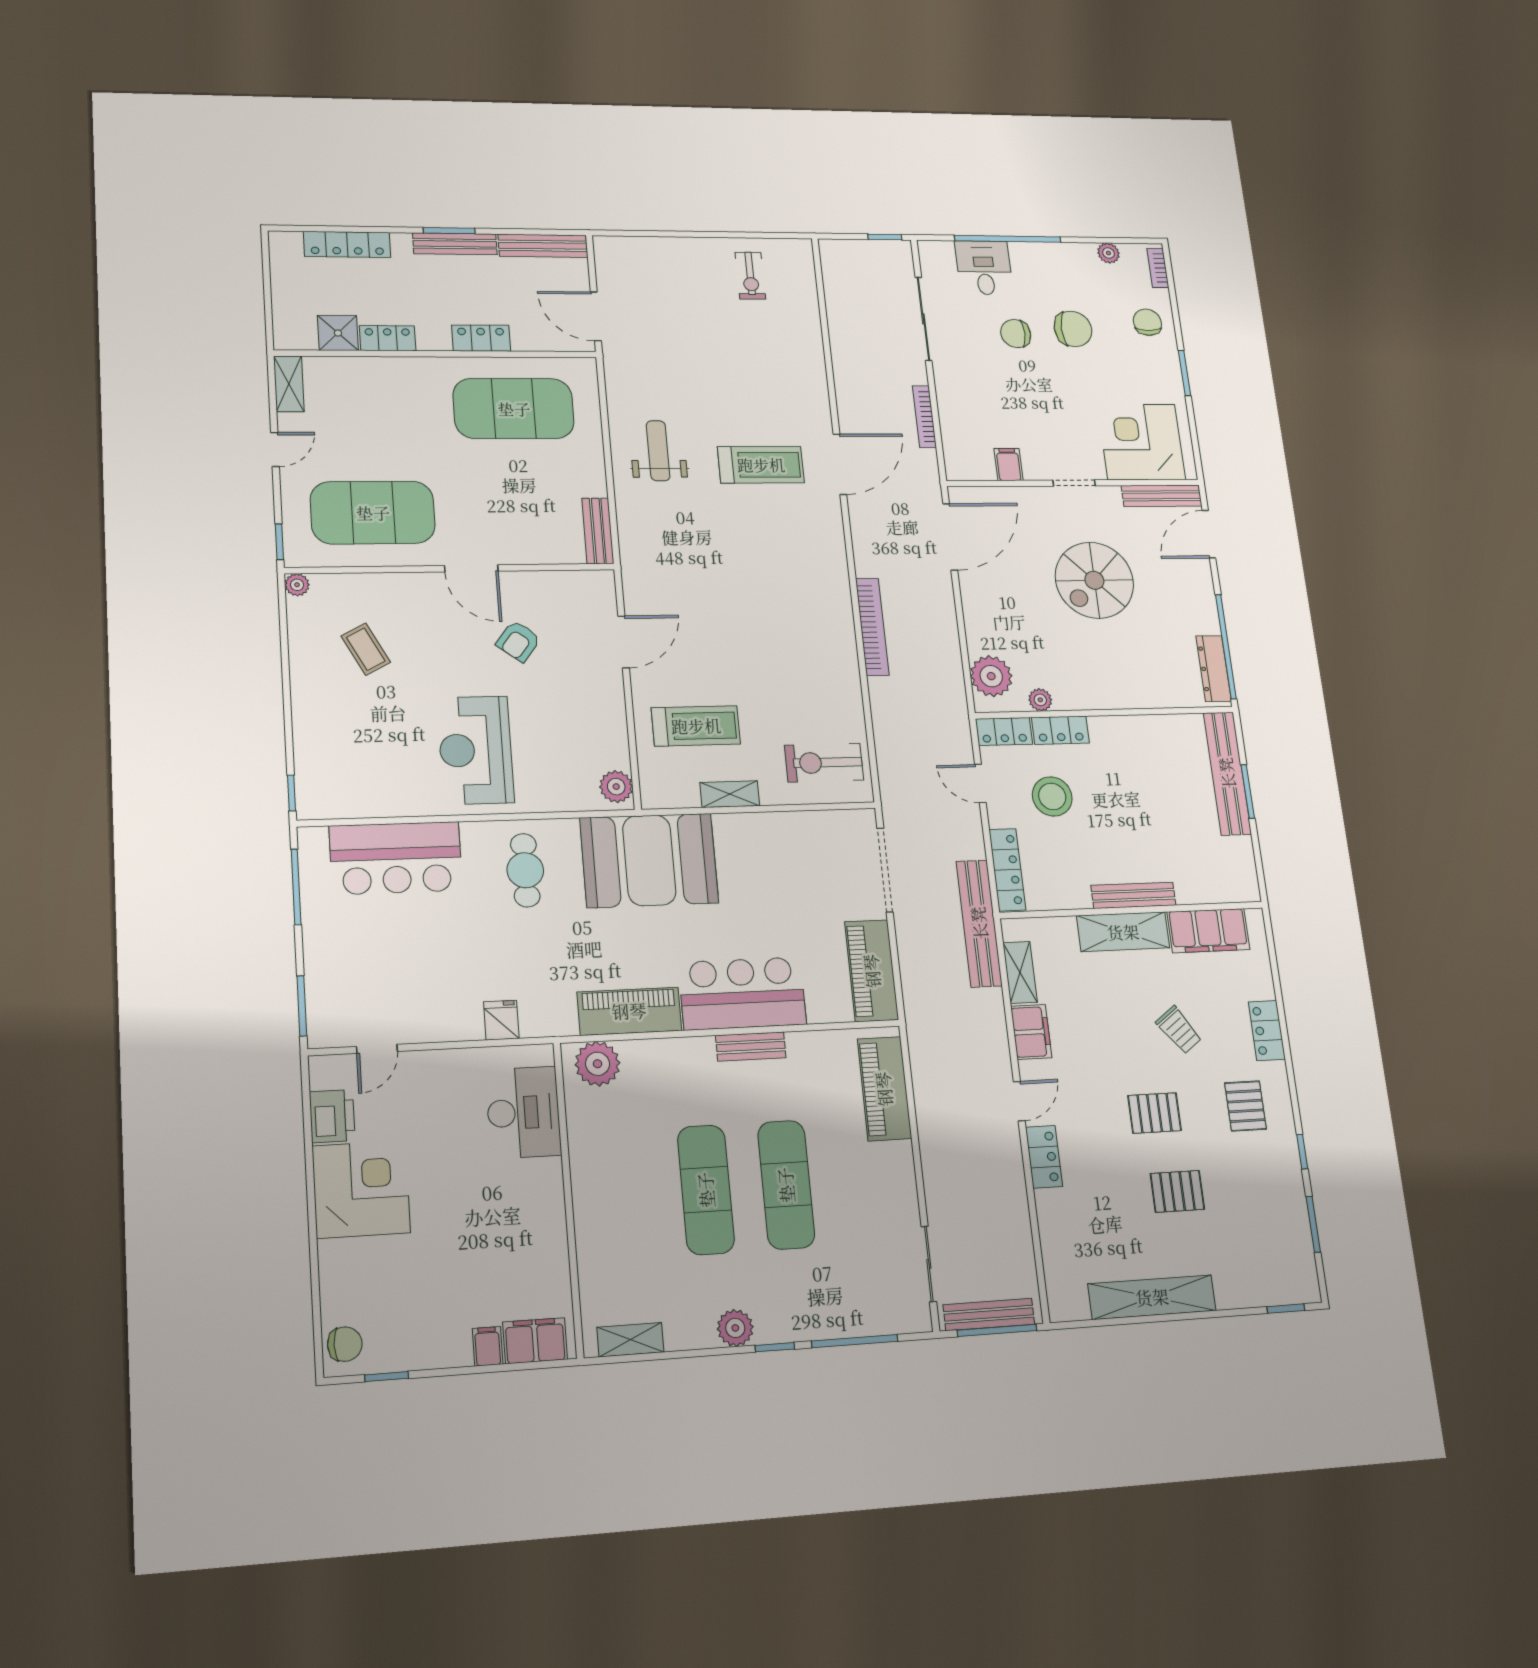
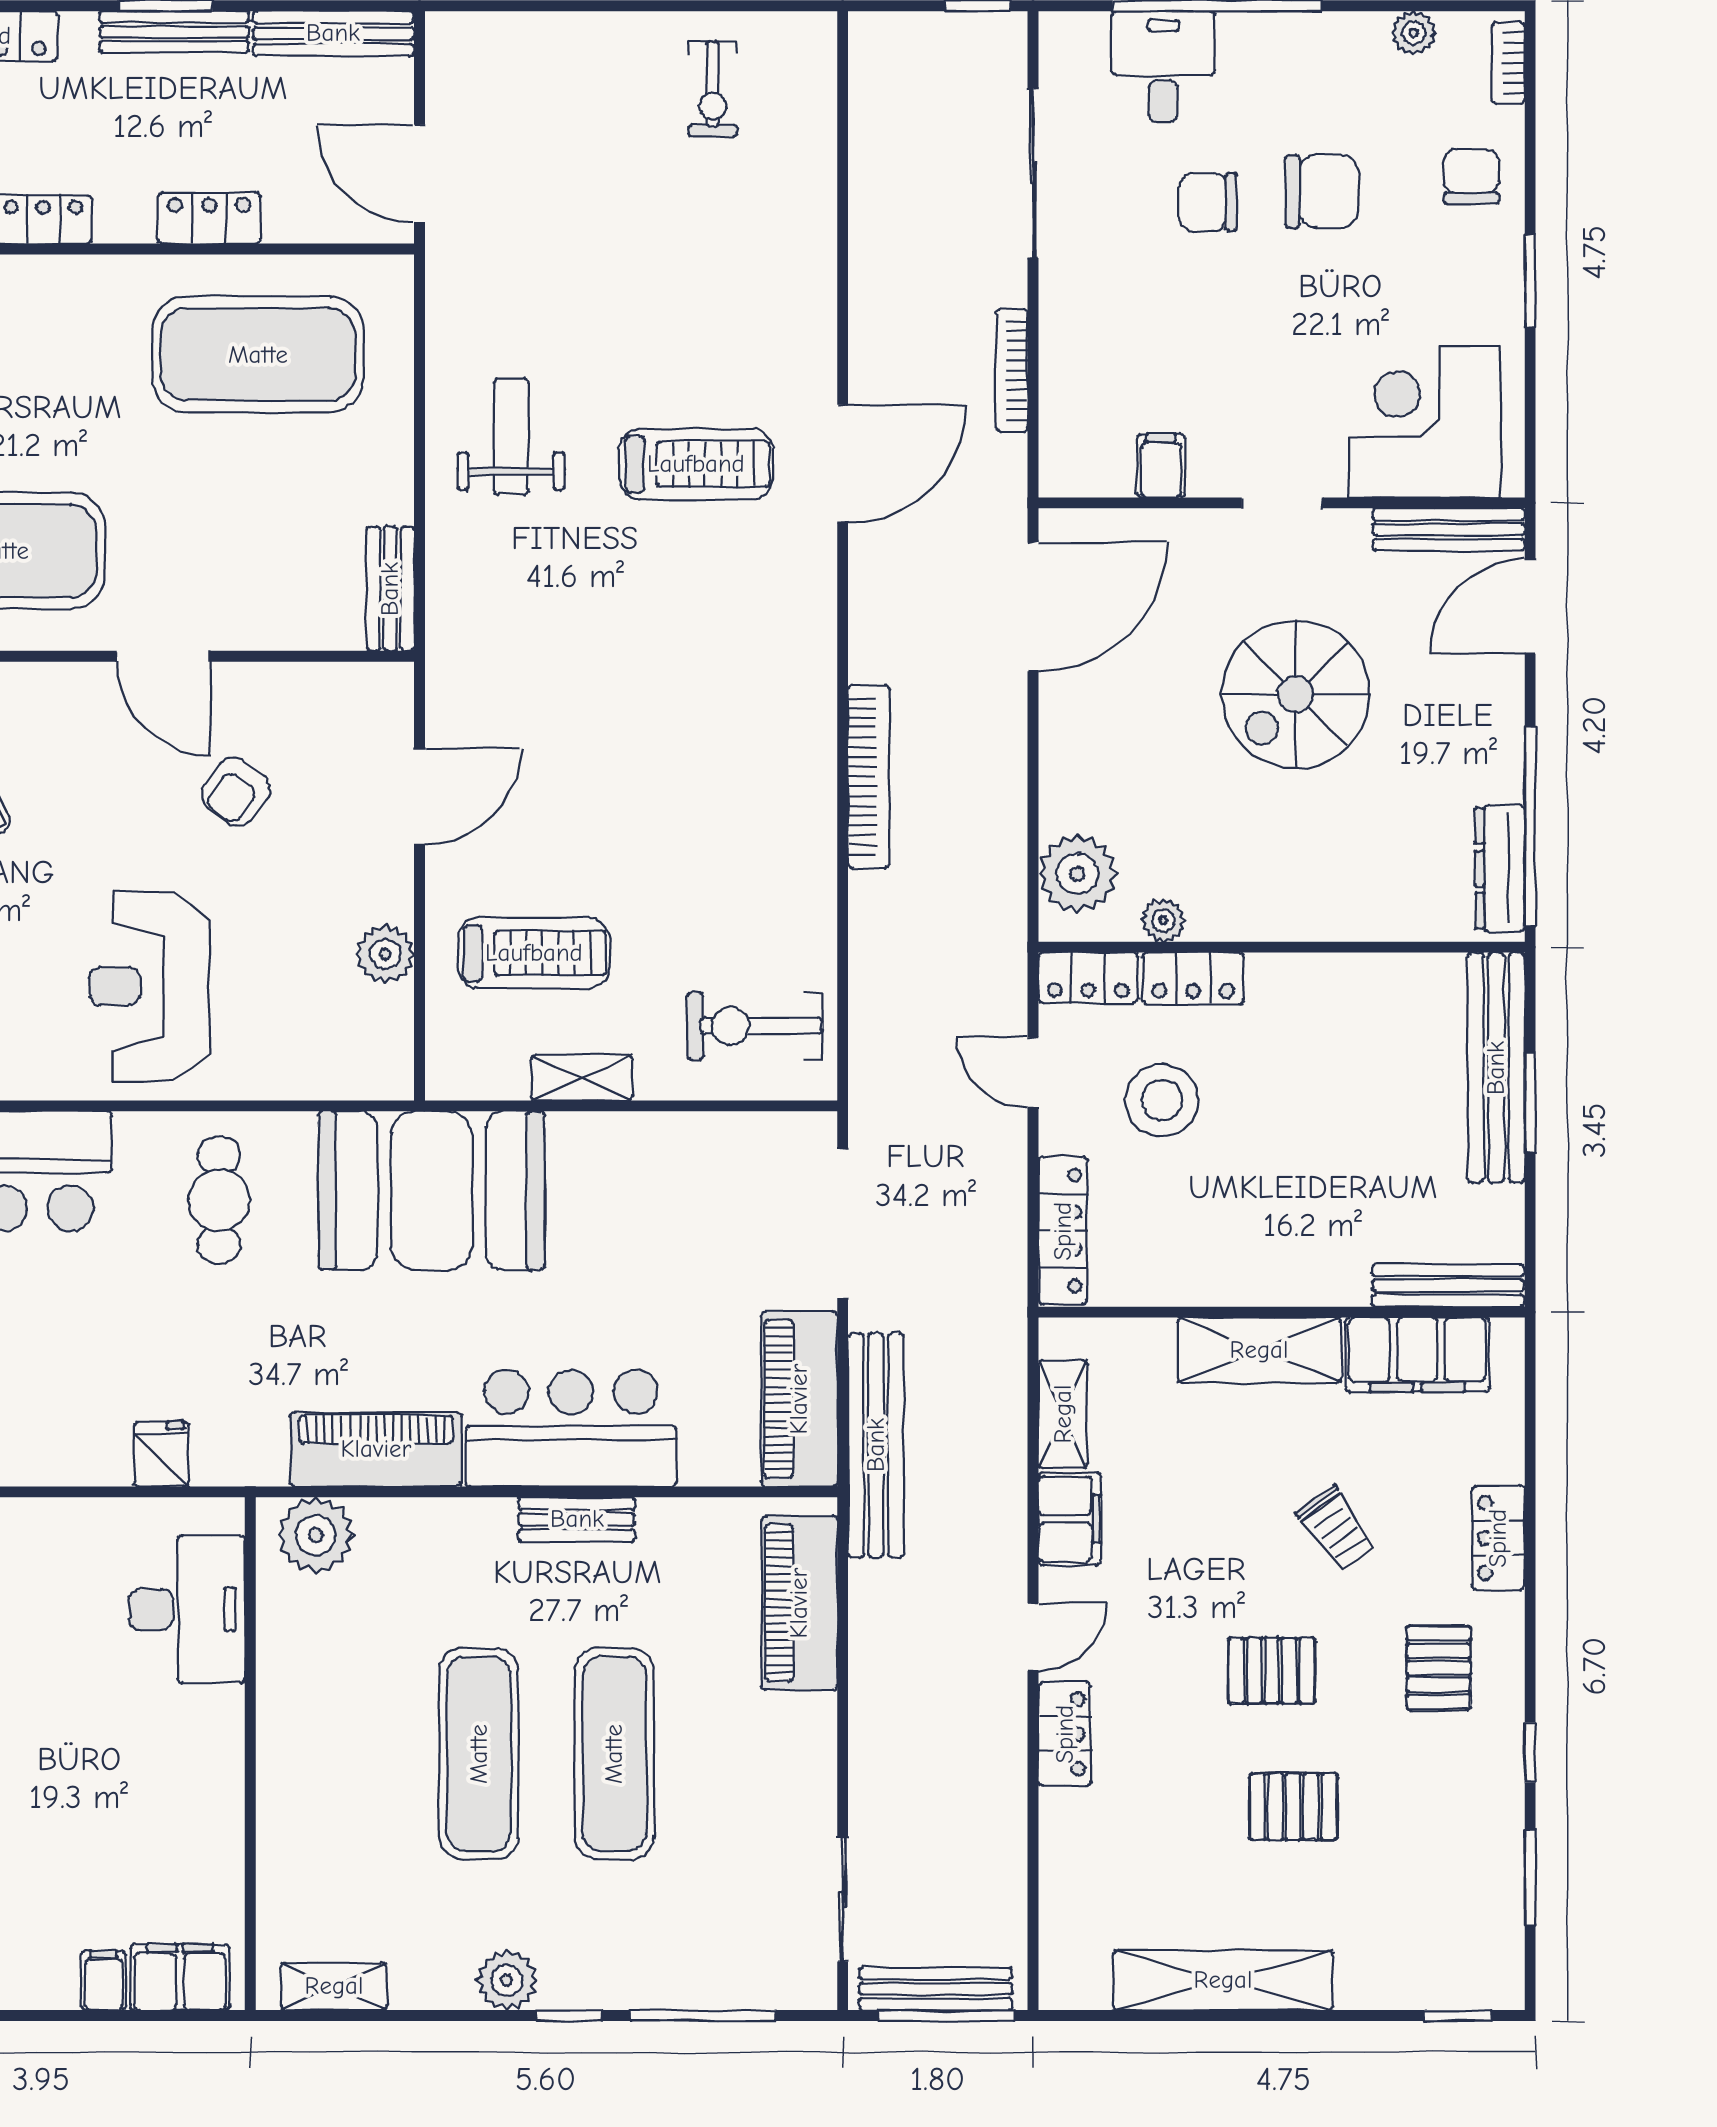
plant: (616, 787) -> (385, 954), moved
bench: (1133, 895) -> (1448, 1286), moved
bench: (979, 923) -> (876, 1445), moved

